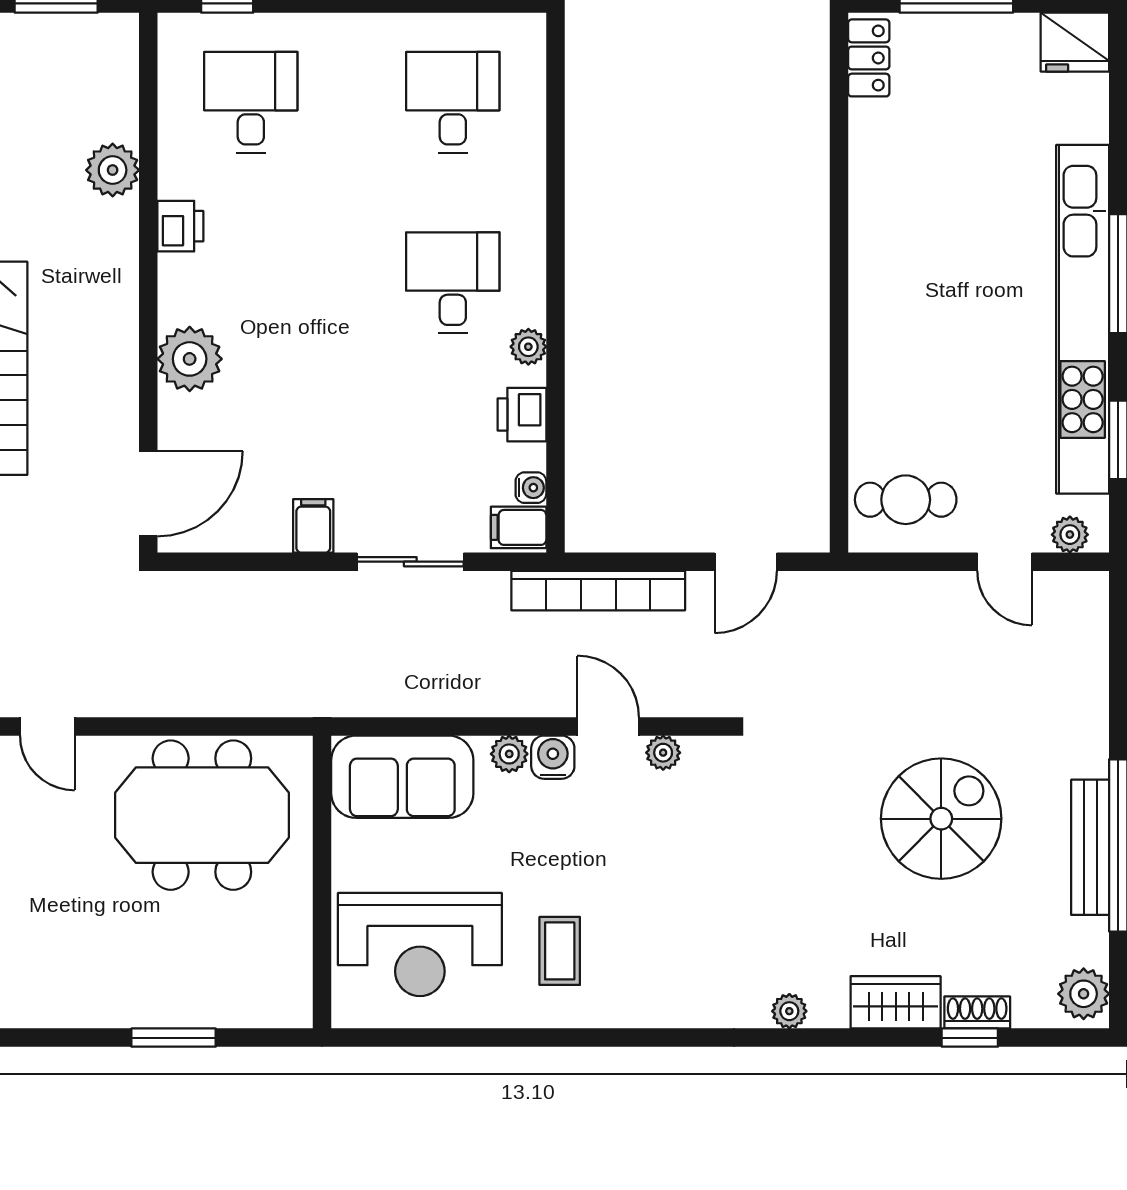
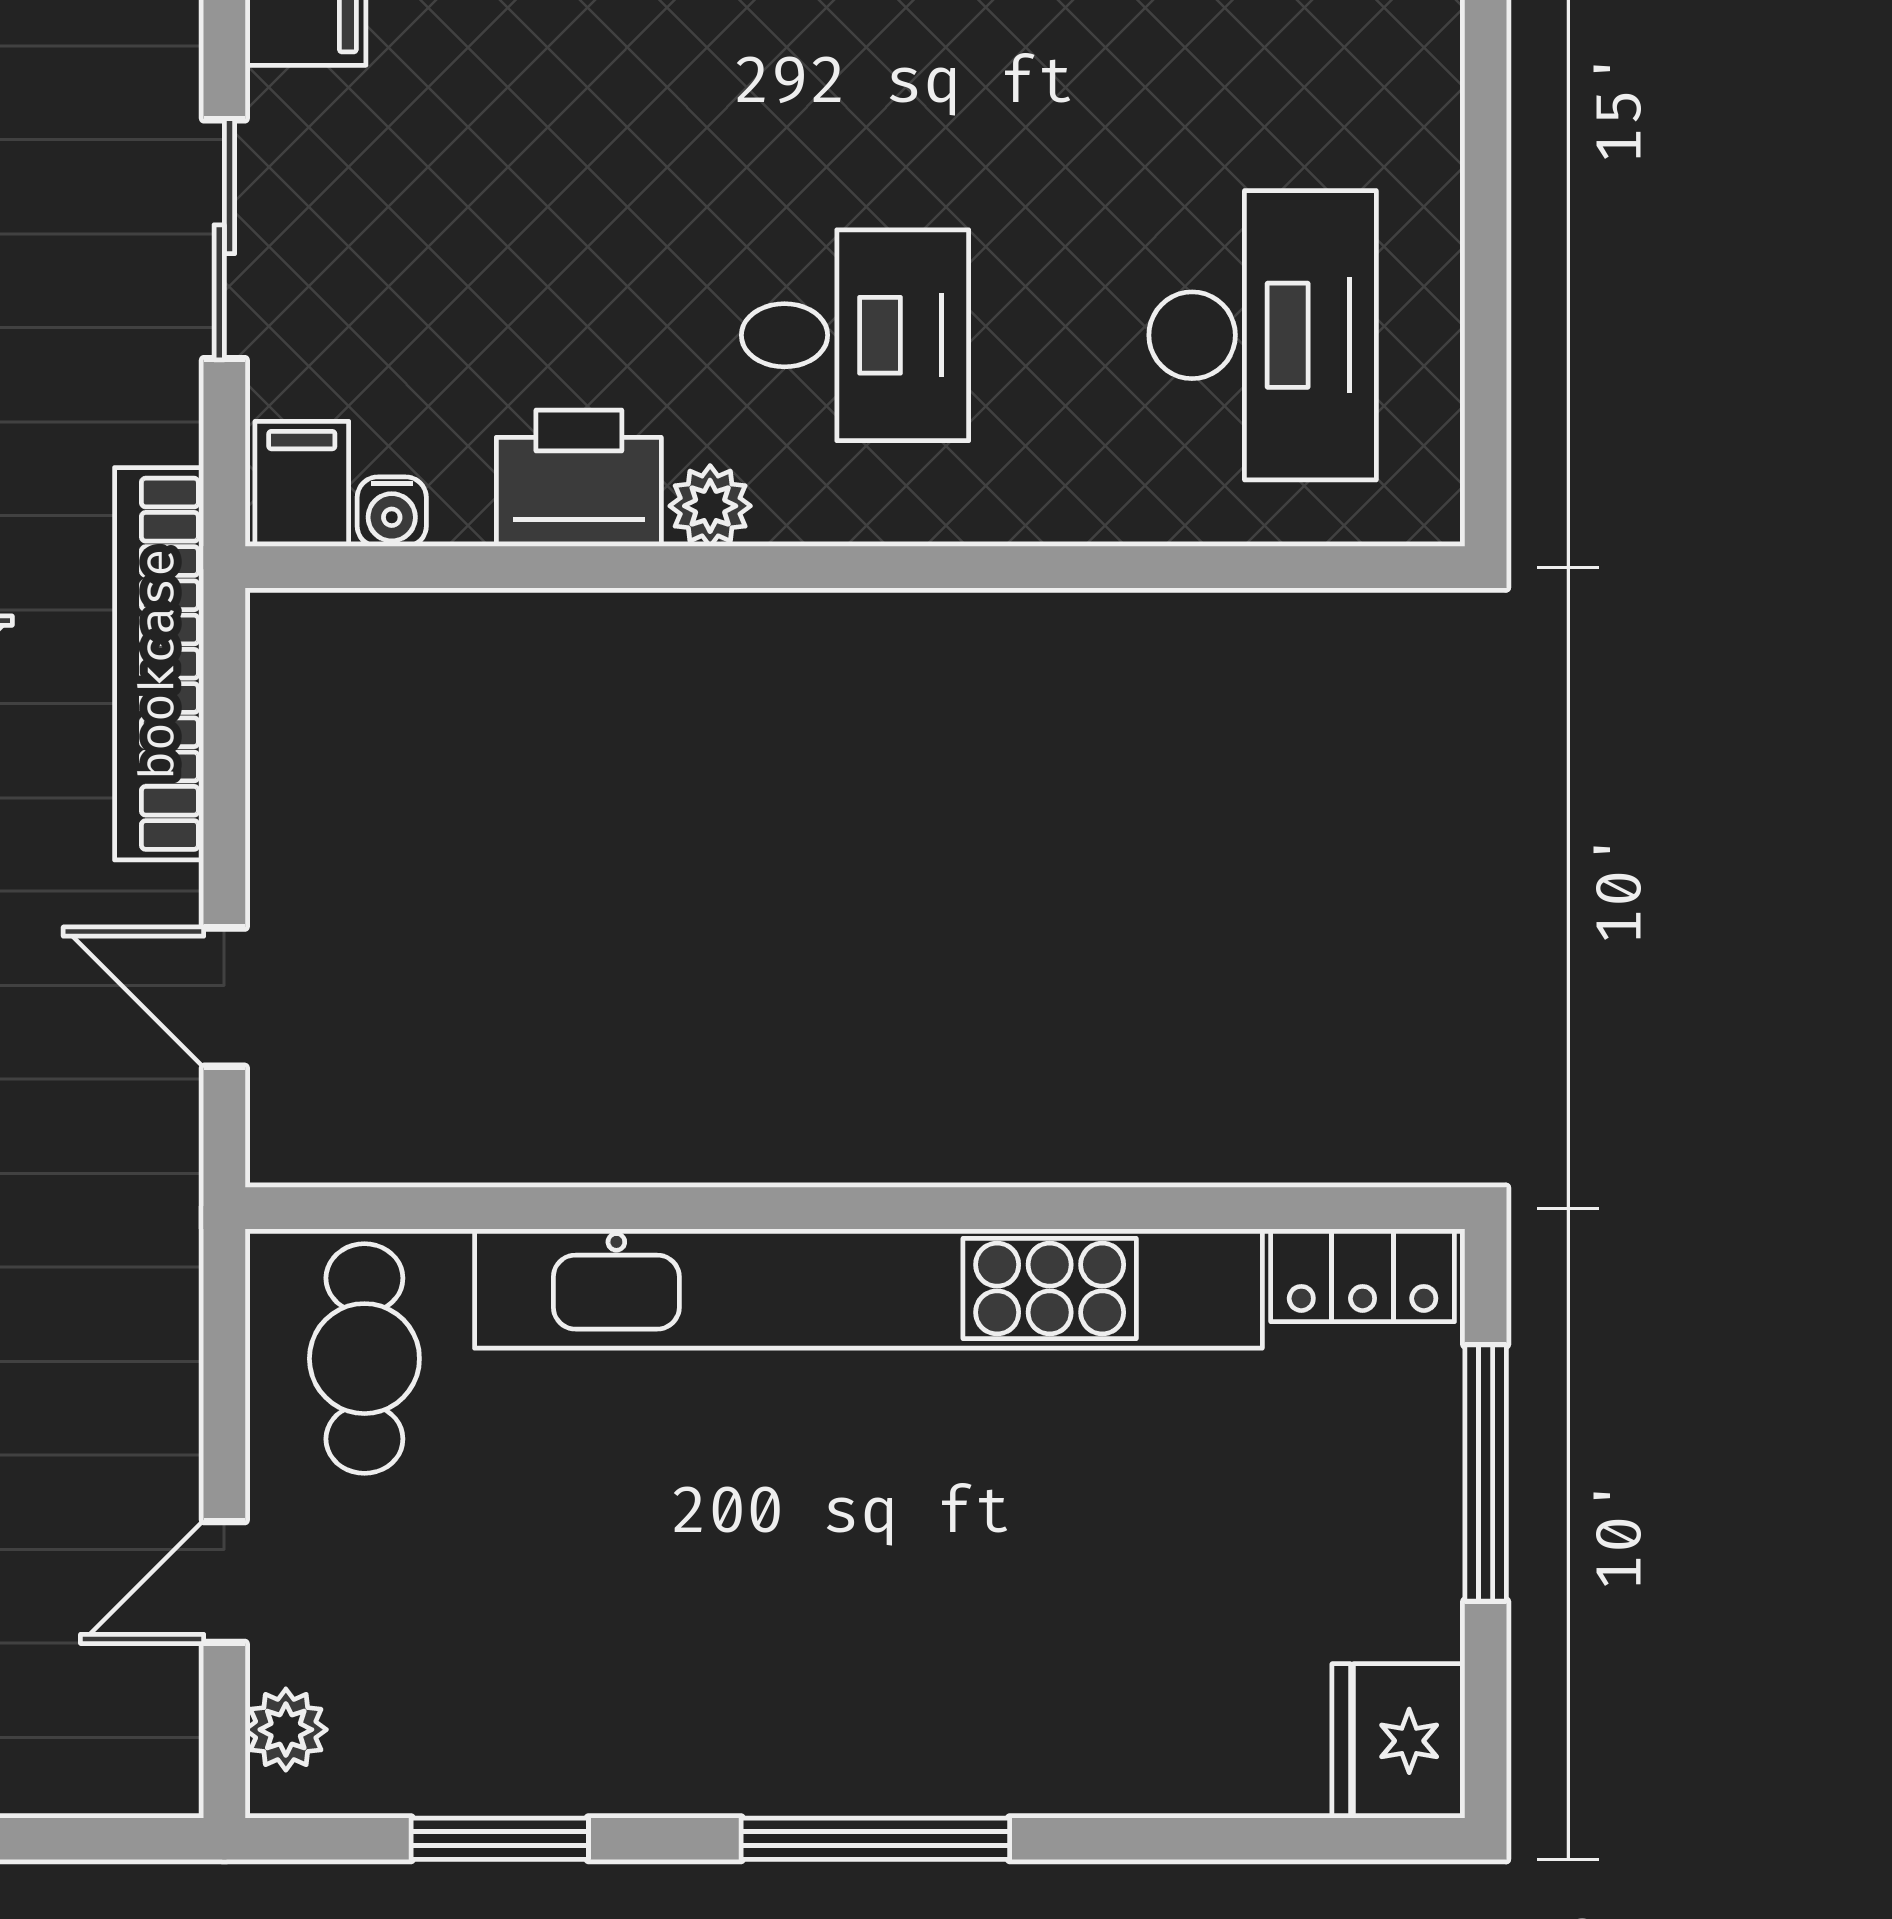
desk: (453, 102) -> (1263, 335), width x1.37
kitchen unit: (1083, 319) -> (868, 1288), moved, turned 180
printer: (522, 415) -> (579, 478), width x1.36, depth x1.24

